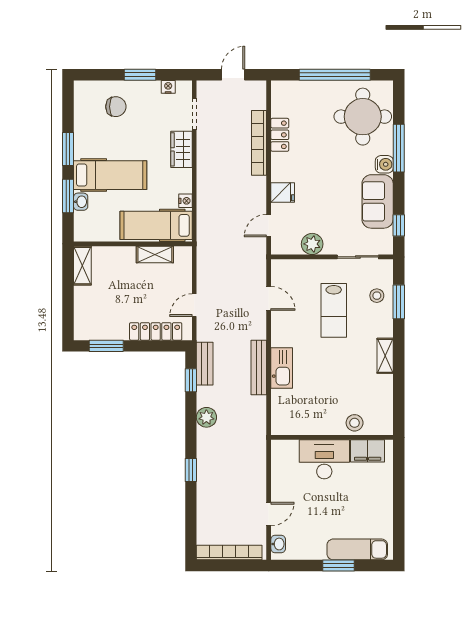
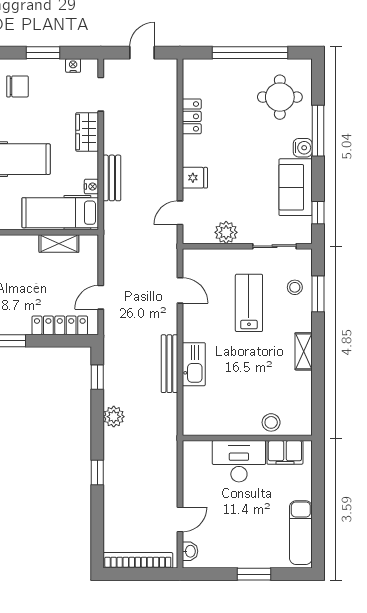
round table: (363, 117) -> (280, 97), width x0.73, depth x0.73
bookcase: (259, 143) -> (170, 125), removed
lab bench: (334, 310) -> (249, 303), turned 180
bench: (205, 364) -> (112, 178), moved
exam couch: (357, 549) -> (301, 533), moved, turned -90

